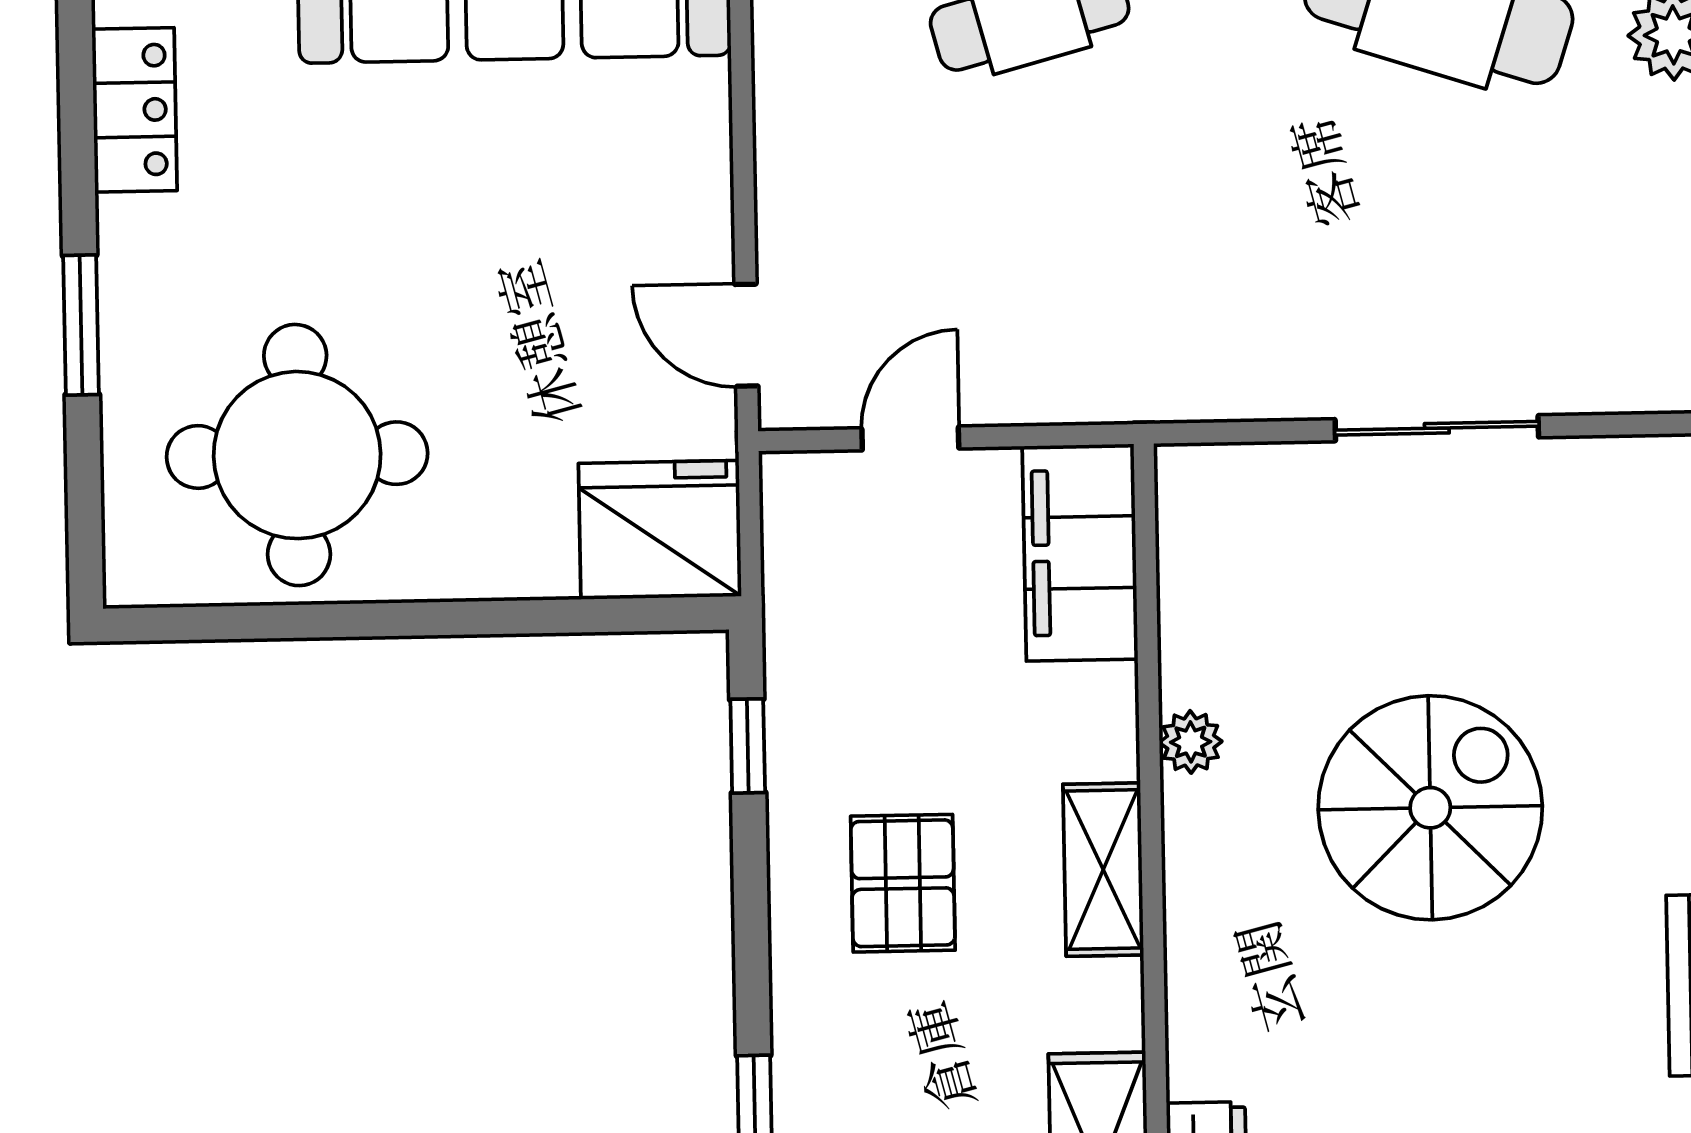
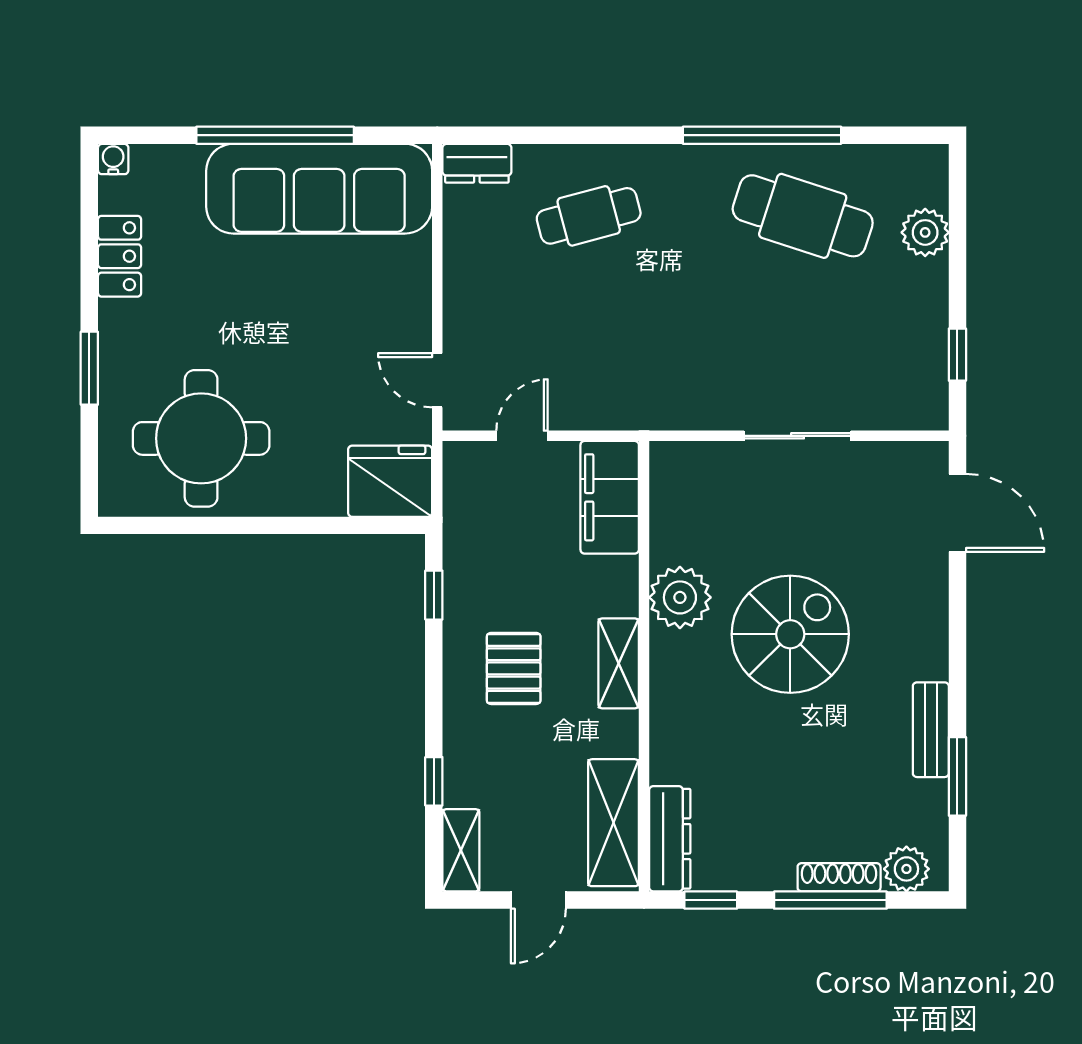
plant: (1191, 742) -> (680, 597), width x1.87, depth x1.87

